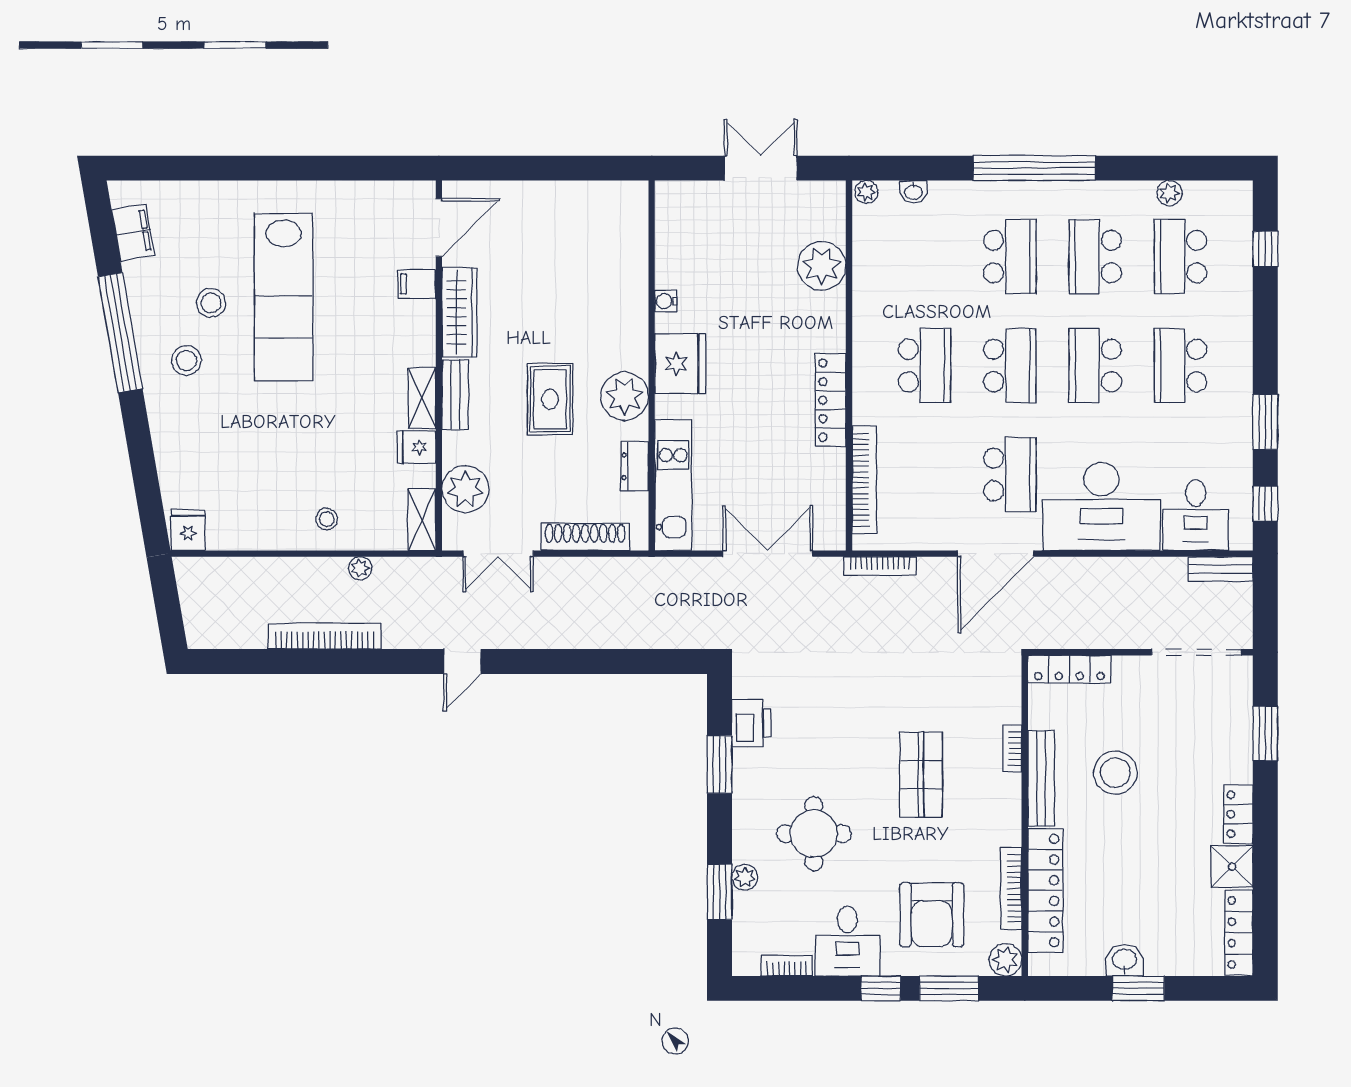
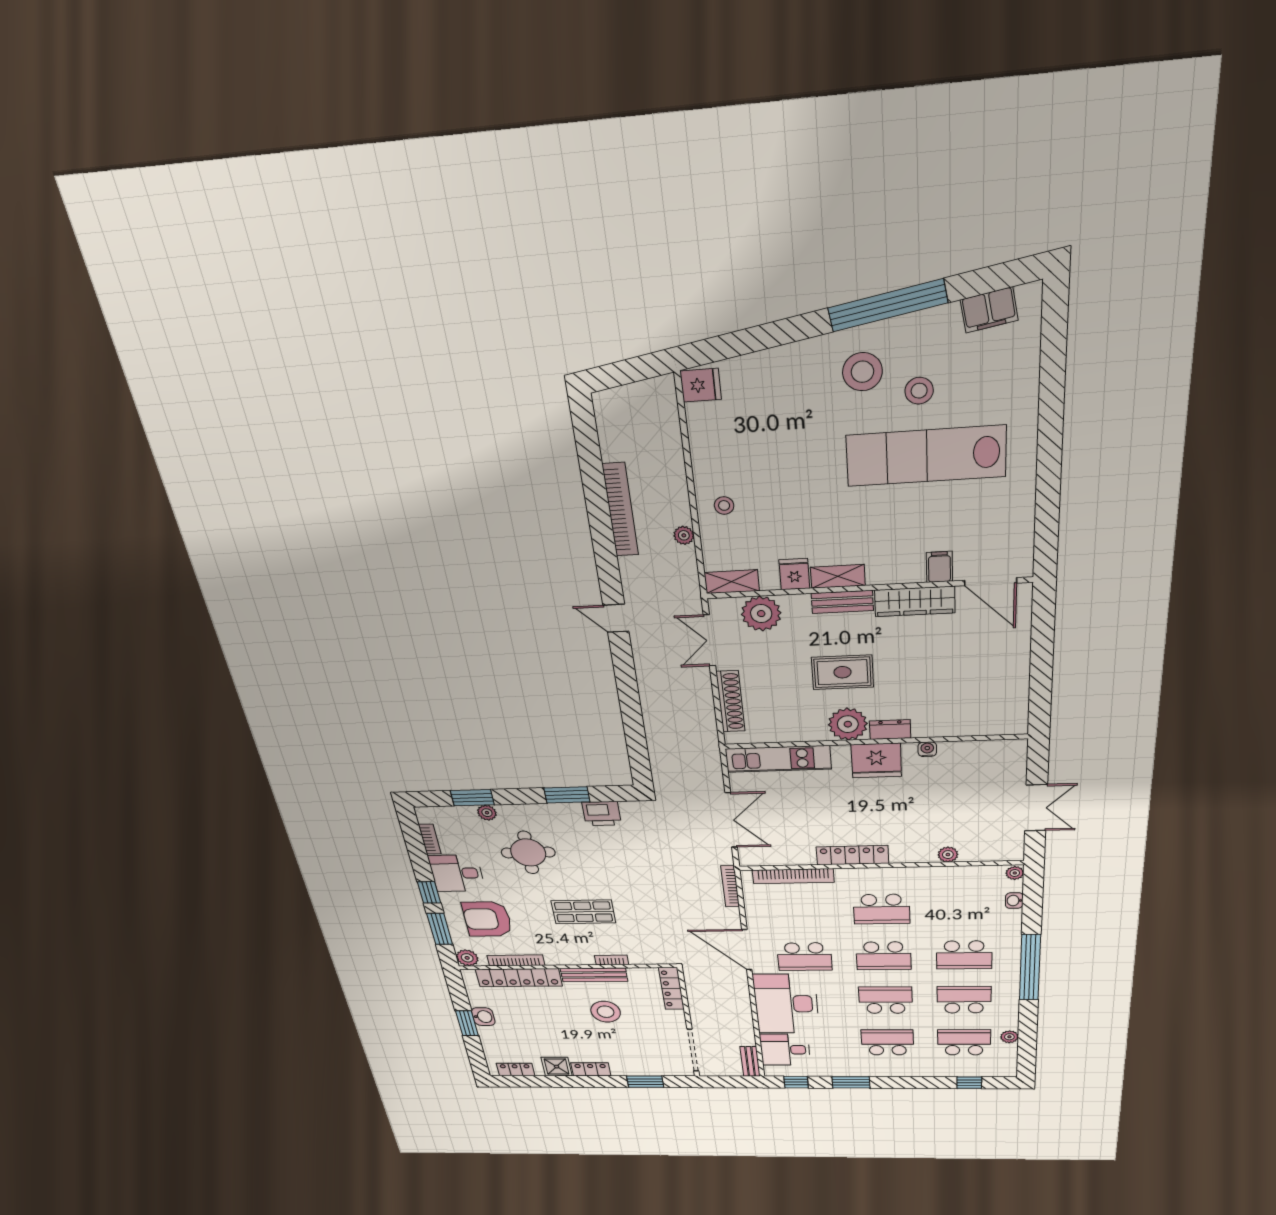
plant: (822, 266) -> (948, 855), width x0.53, depth x0.53
stool: (186, 360) -> (862, 372), width x1.38, depth x1.38
dresser: (635, 466) -> (890, 730), moved
locker: (1239, 933) -> (515, 1069), width x0.66

